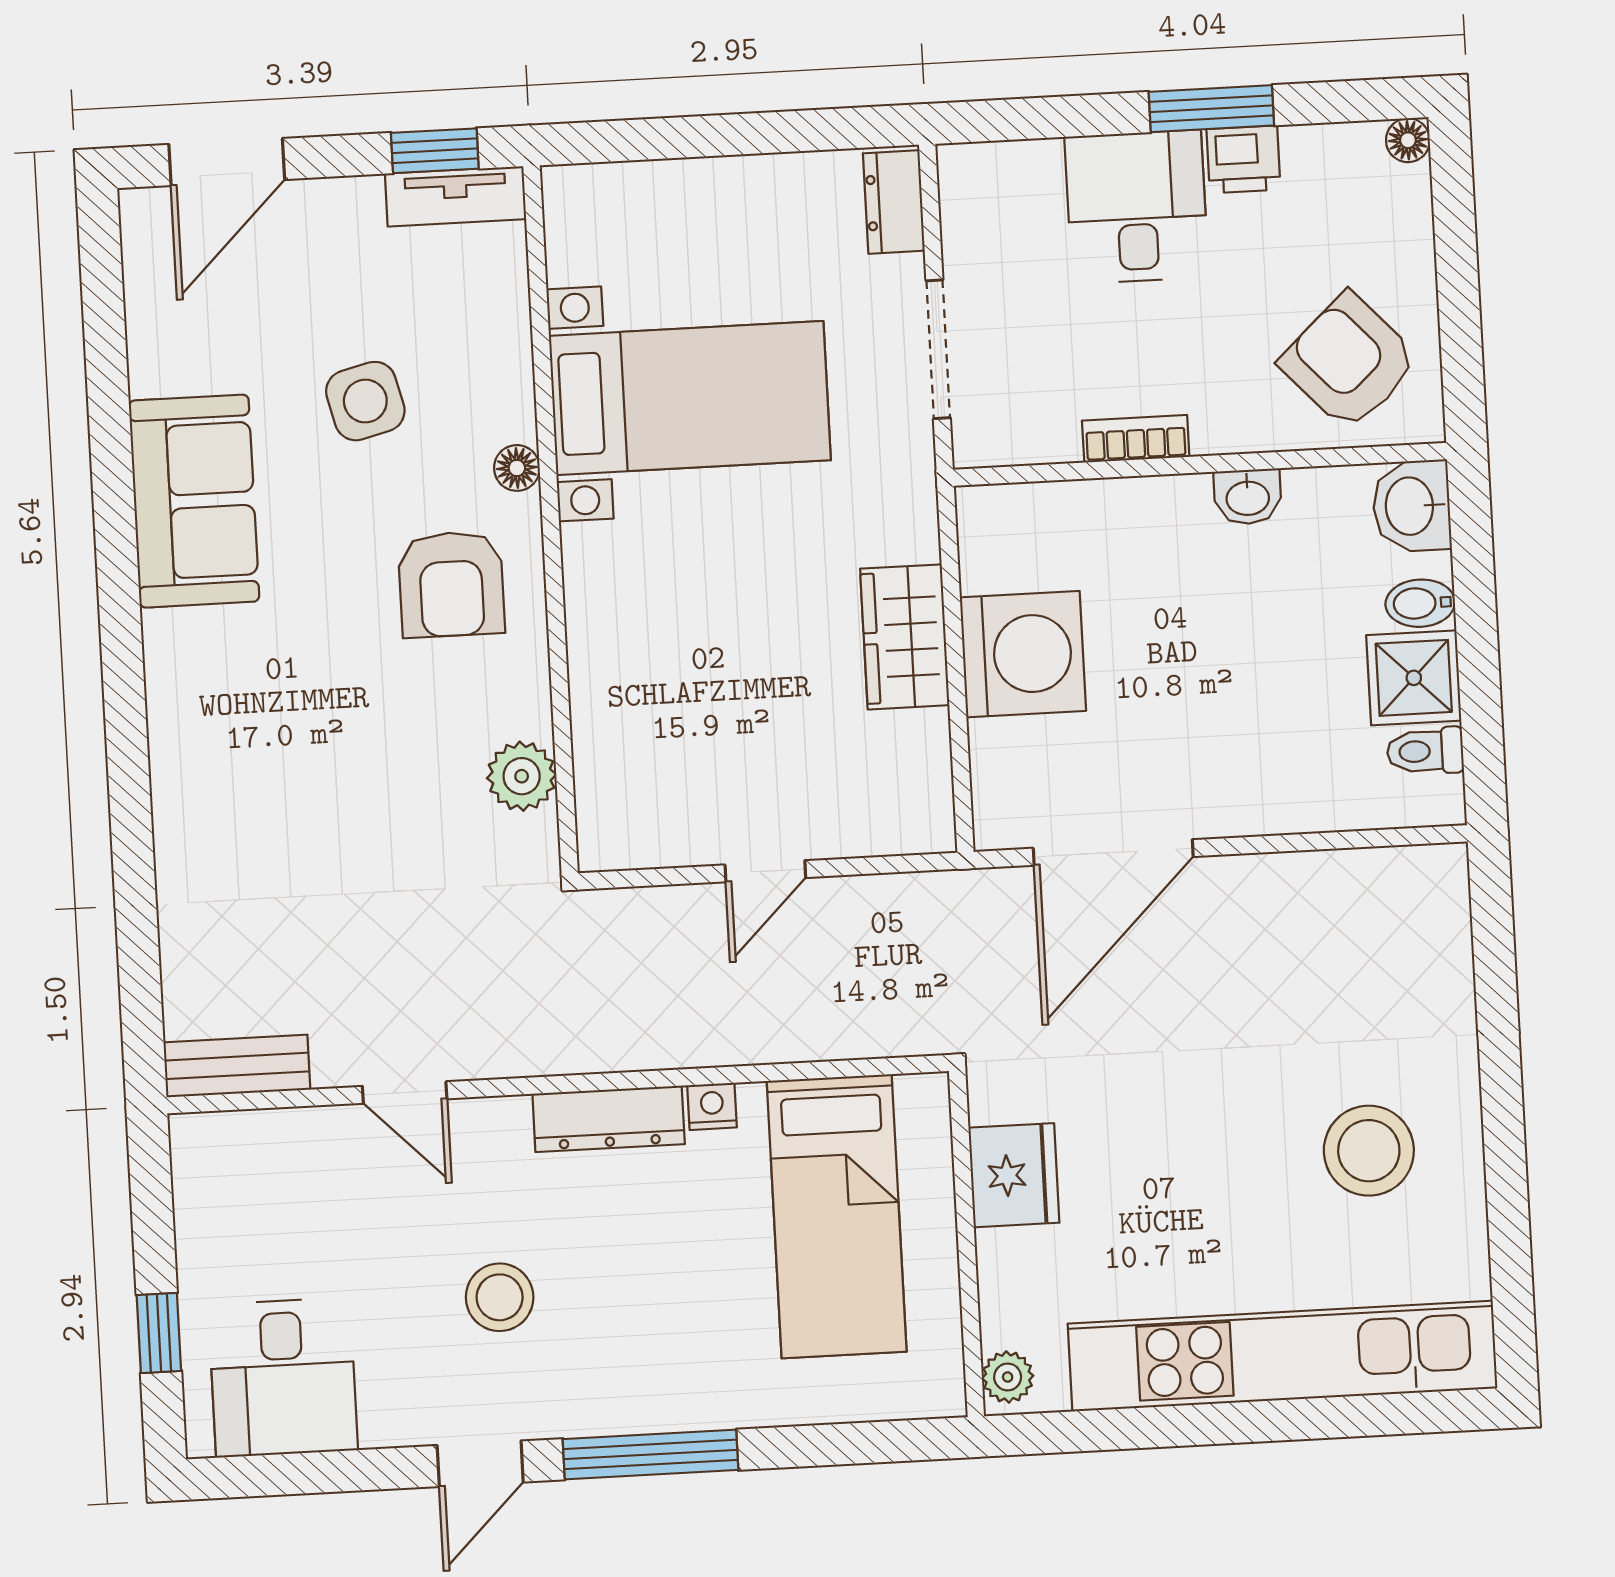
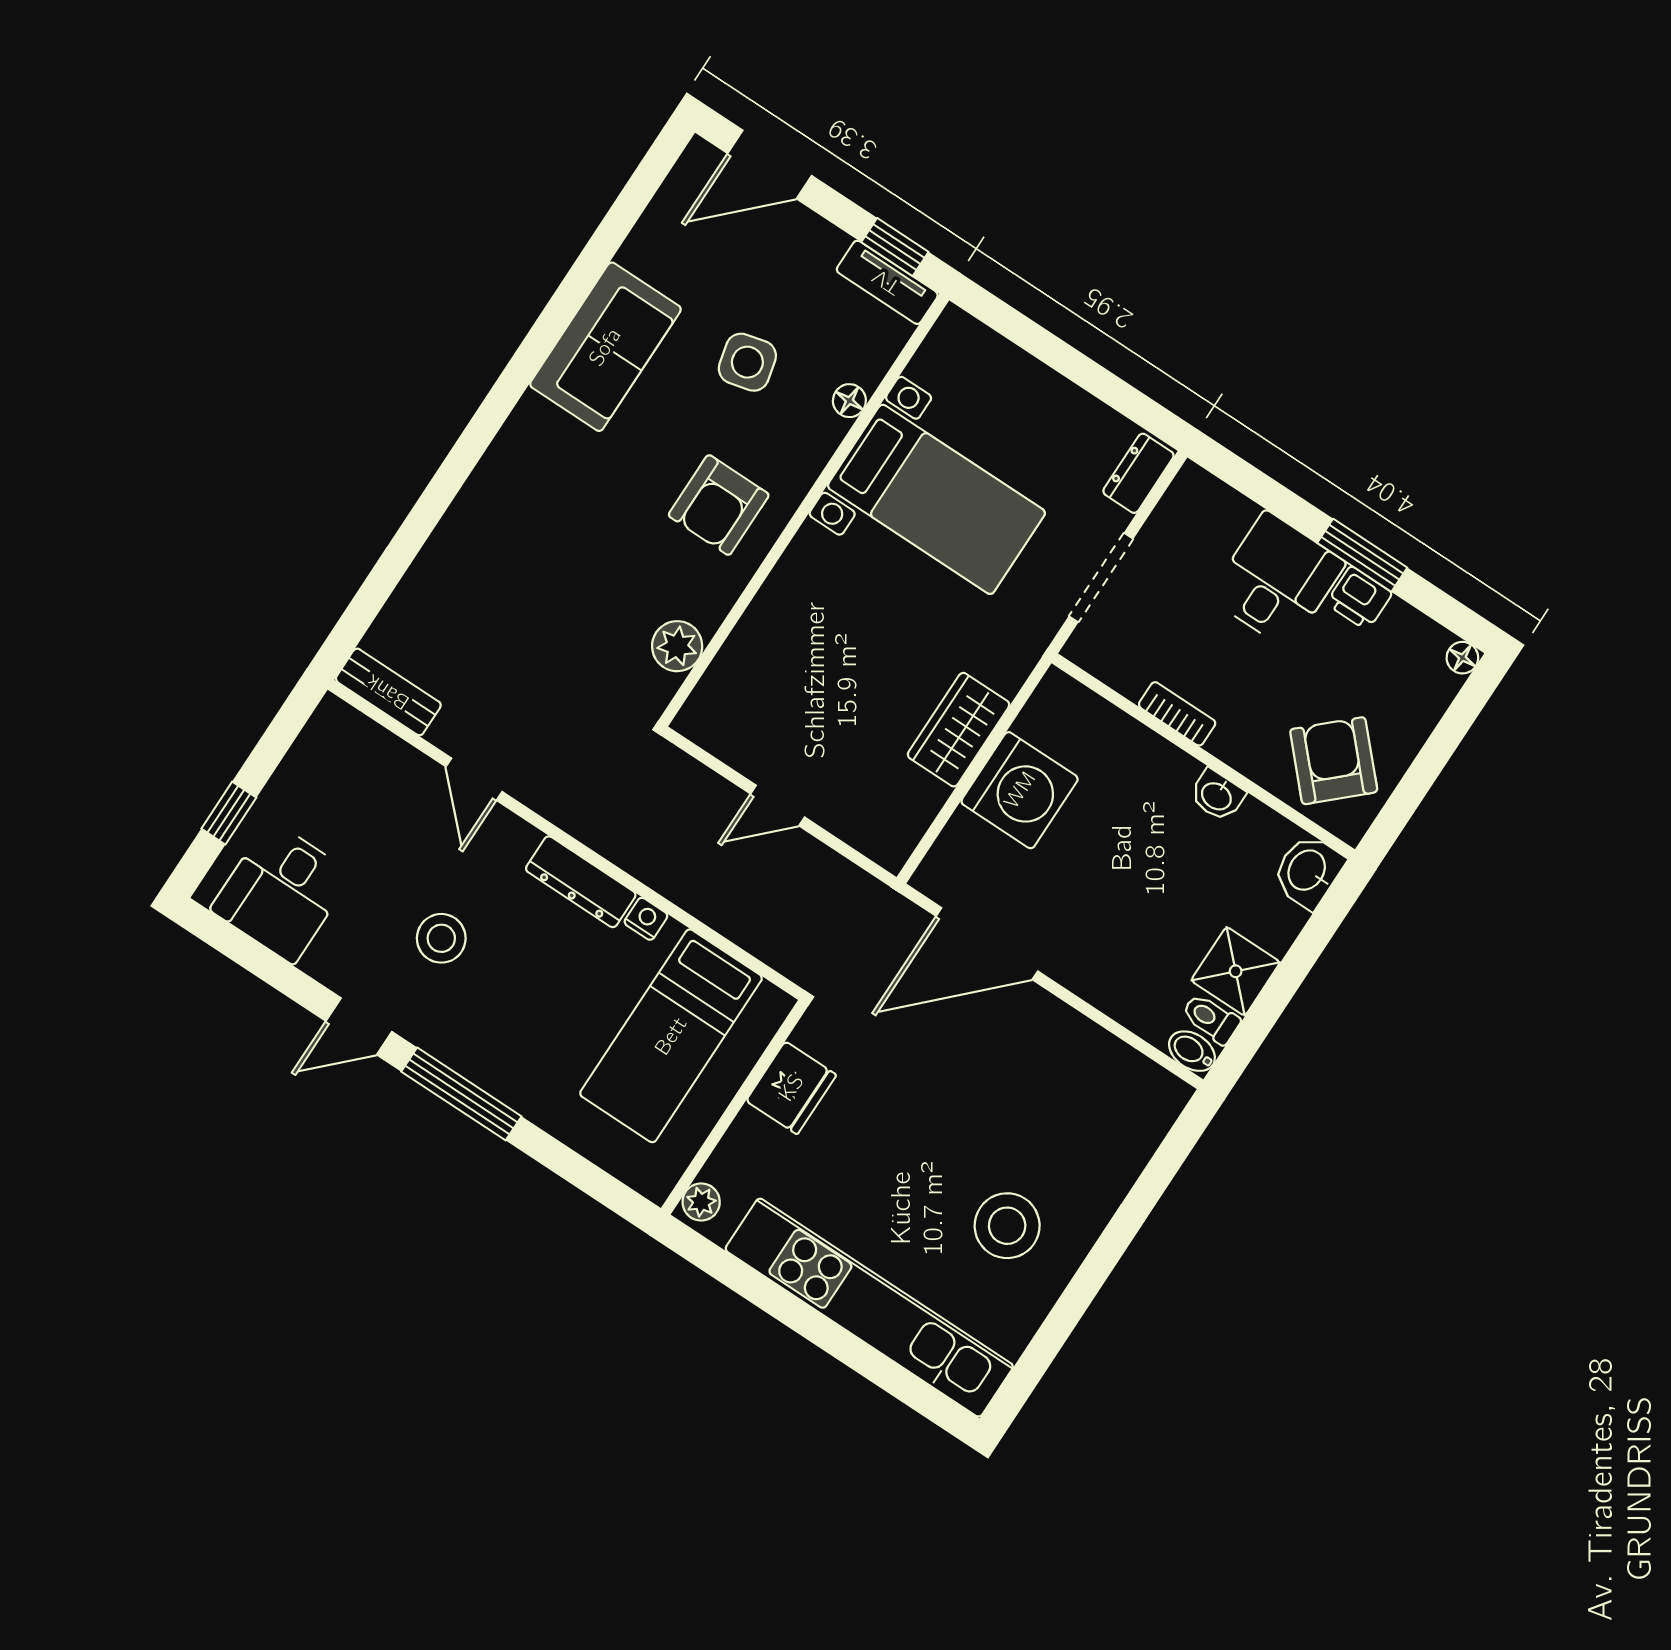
floor lamp: (517, 468) -> (849, 401), moved
bidet: (1420, 603) -> (1192, 1051), moved

